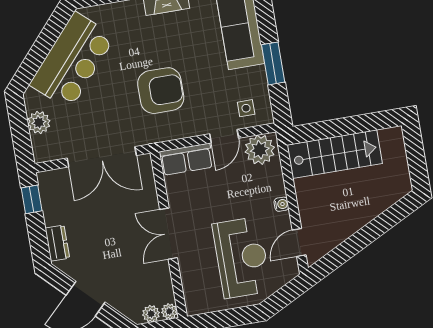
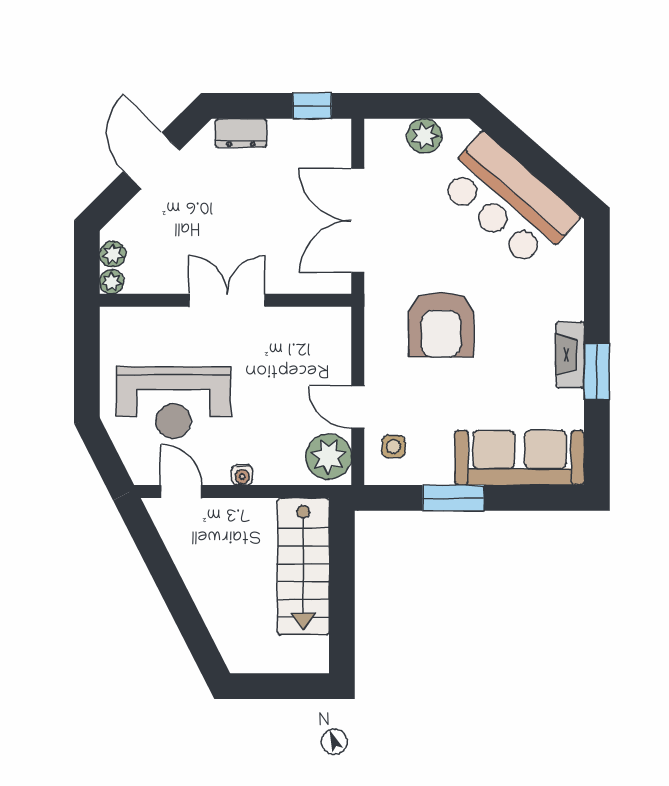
row of seats: (186, 159) -> (333, 345), removed

